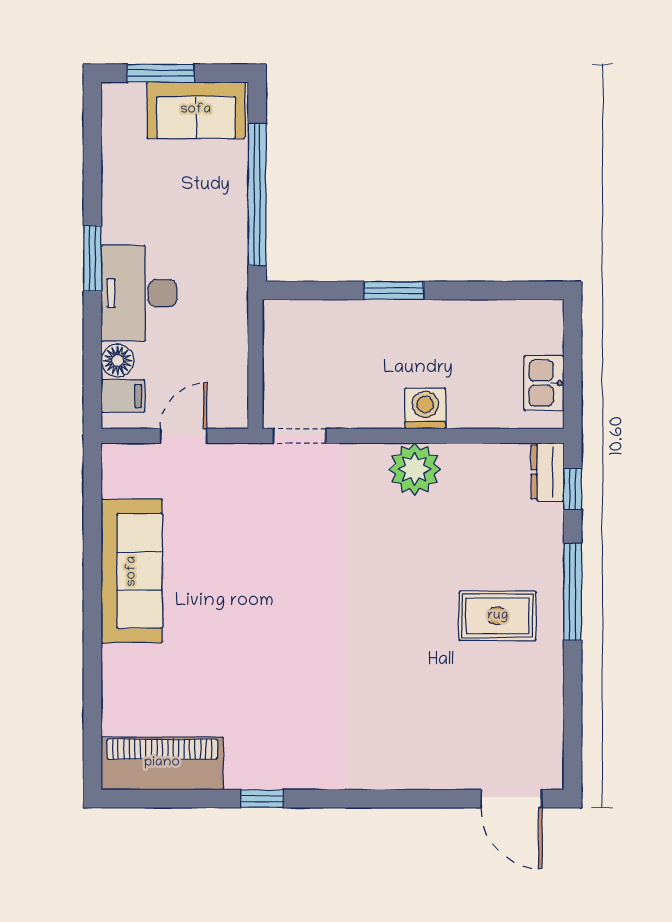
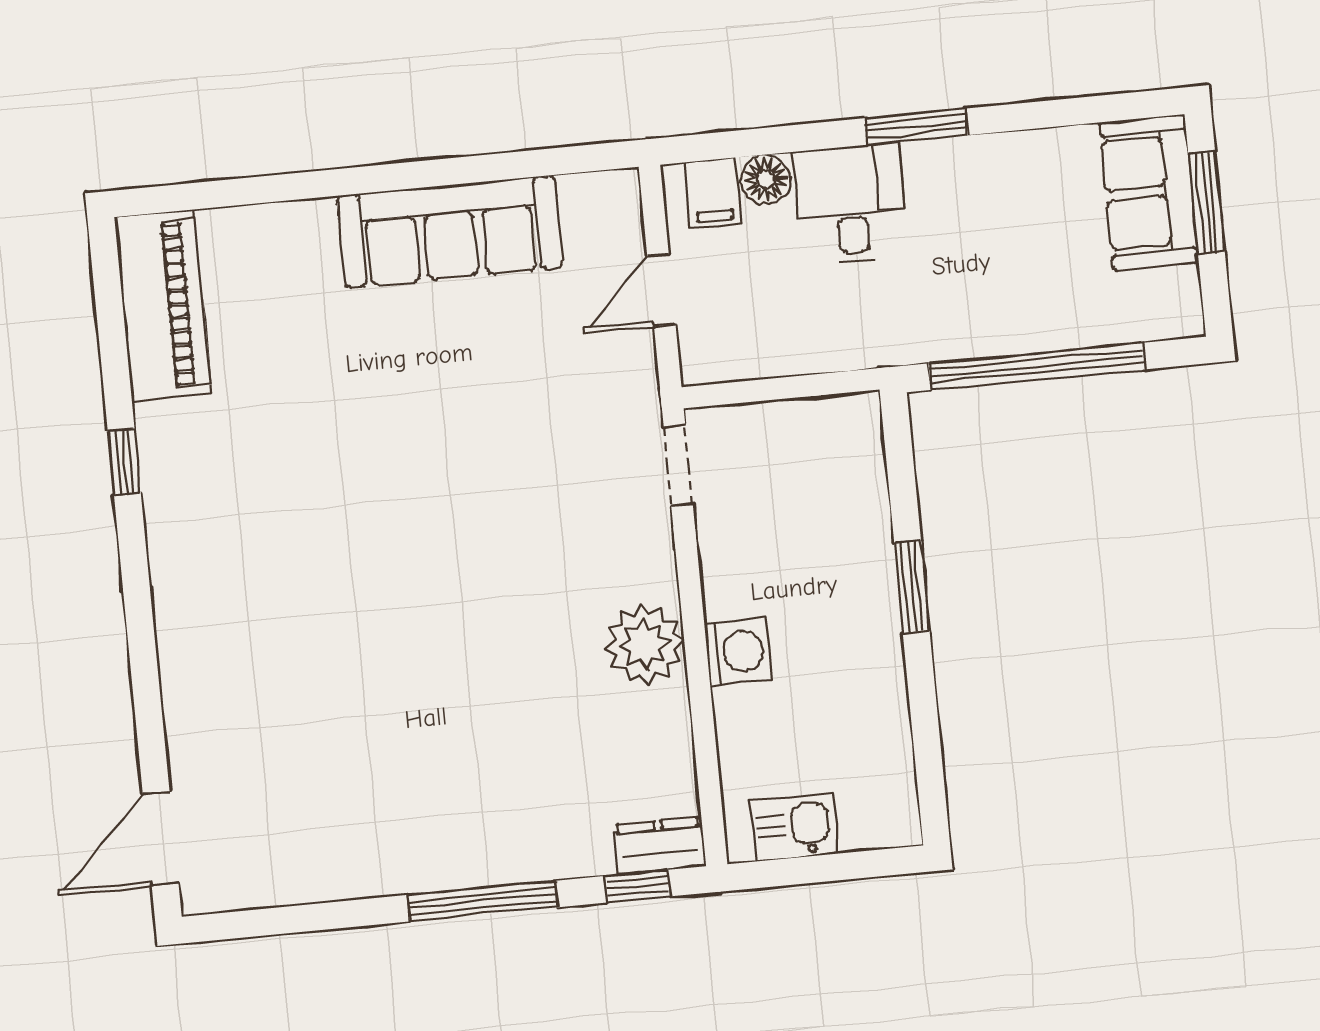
sofa: (196, 110) -> (1149, 192), moved
desk: (139, 293) -> (851, 204), width x0.73
door: (184, 436) -> (661, 290), swing flipped
rug: (498, 616) -> (435, 791), removed

